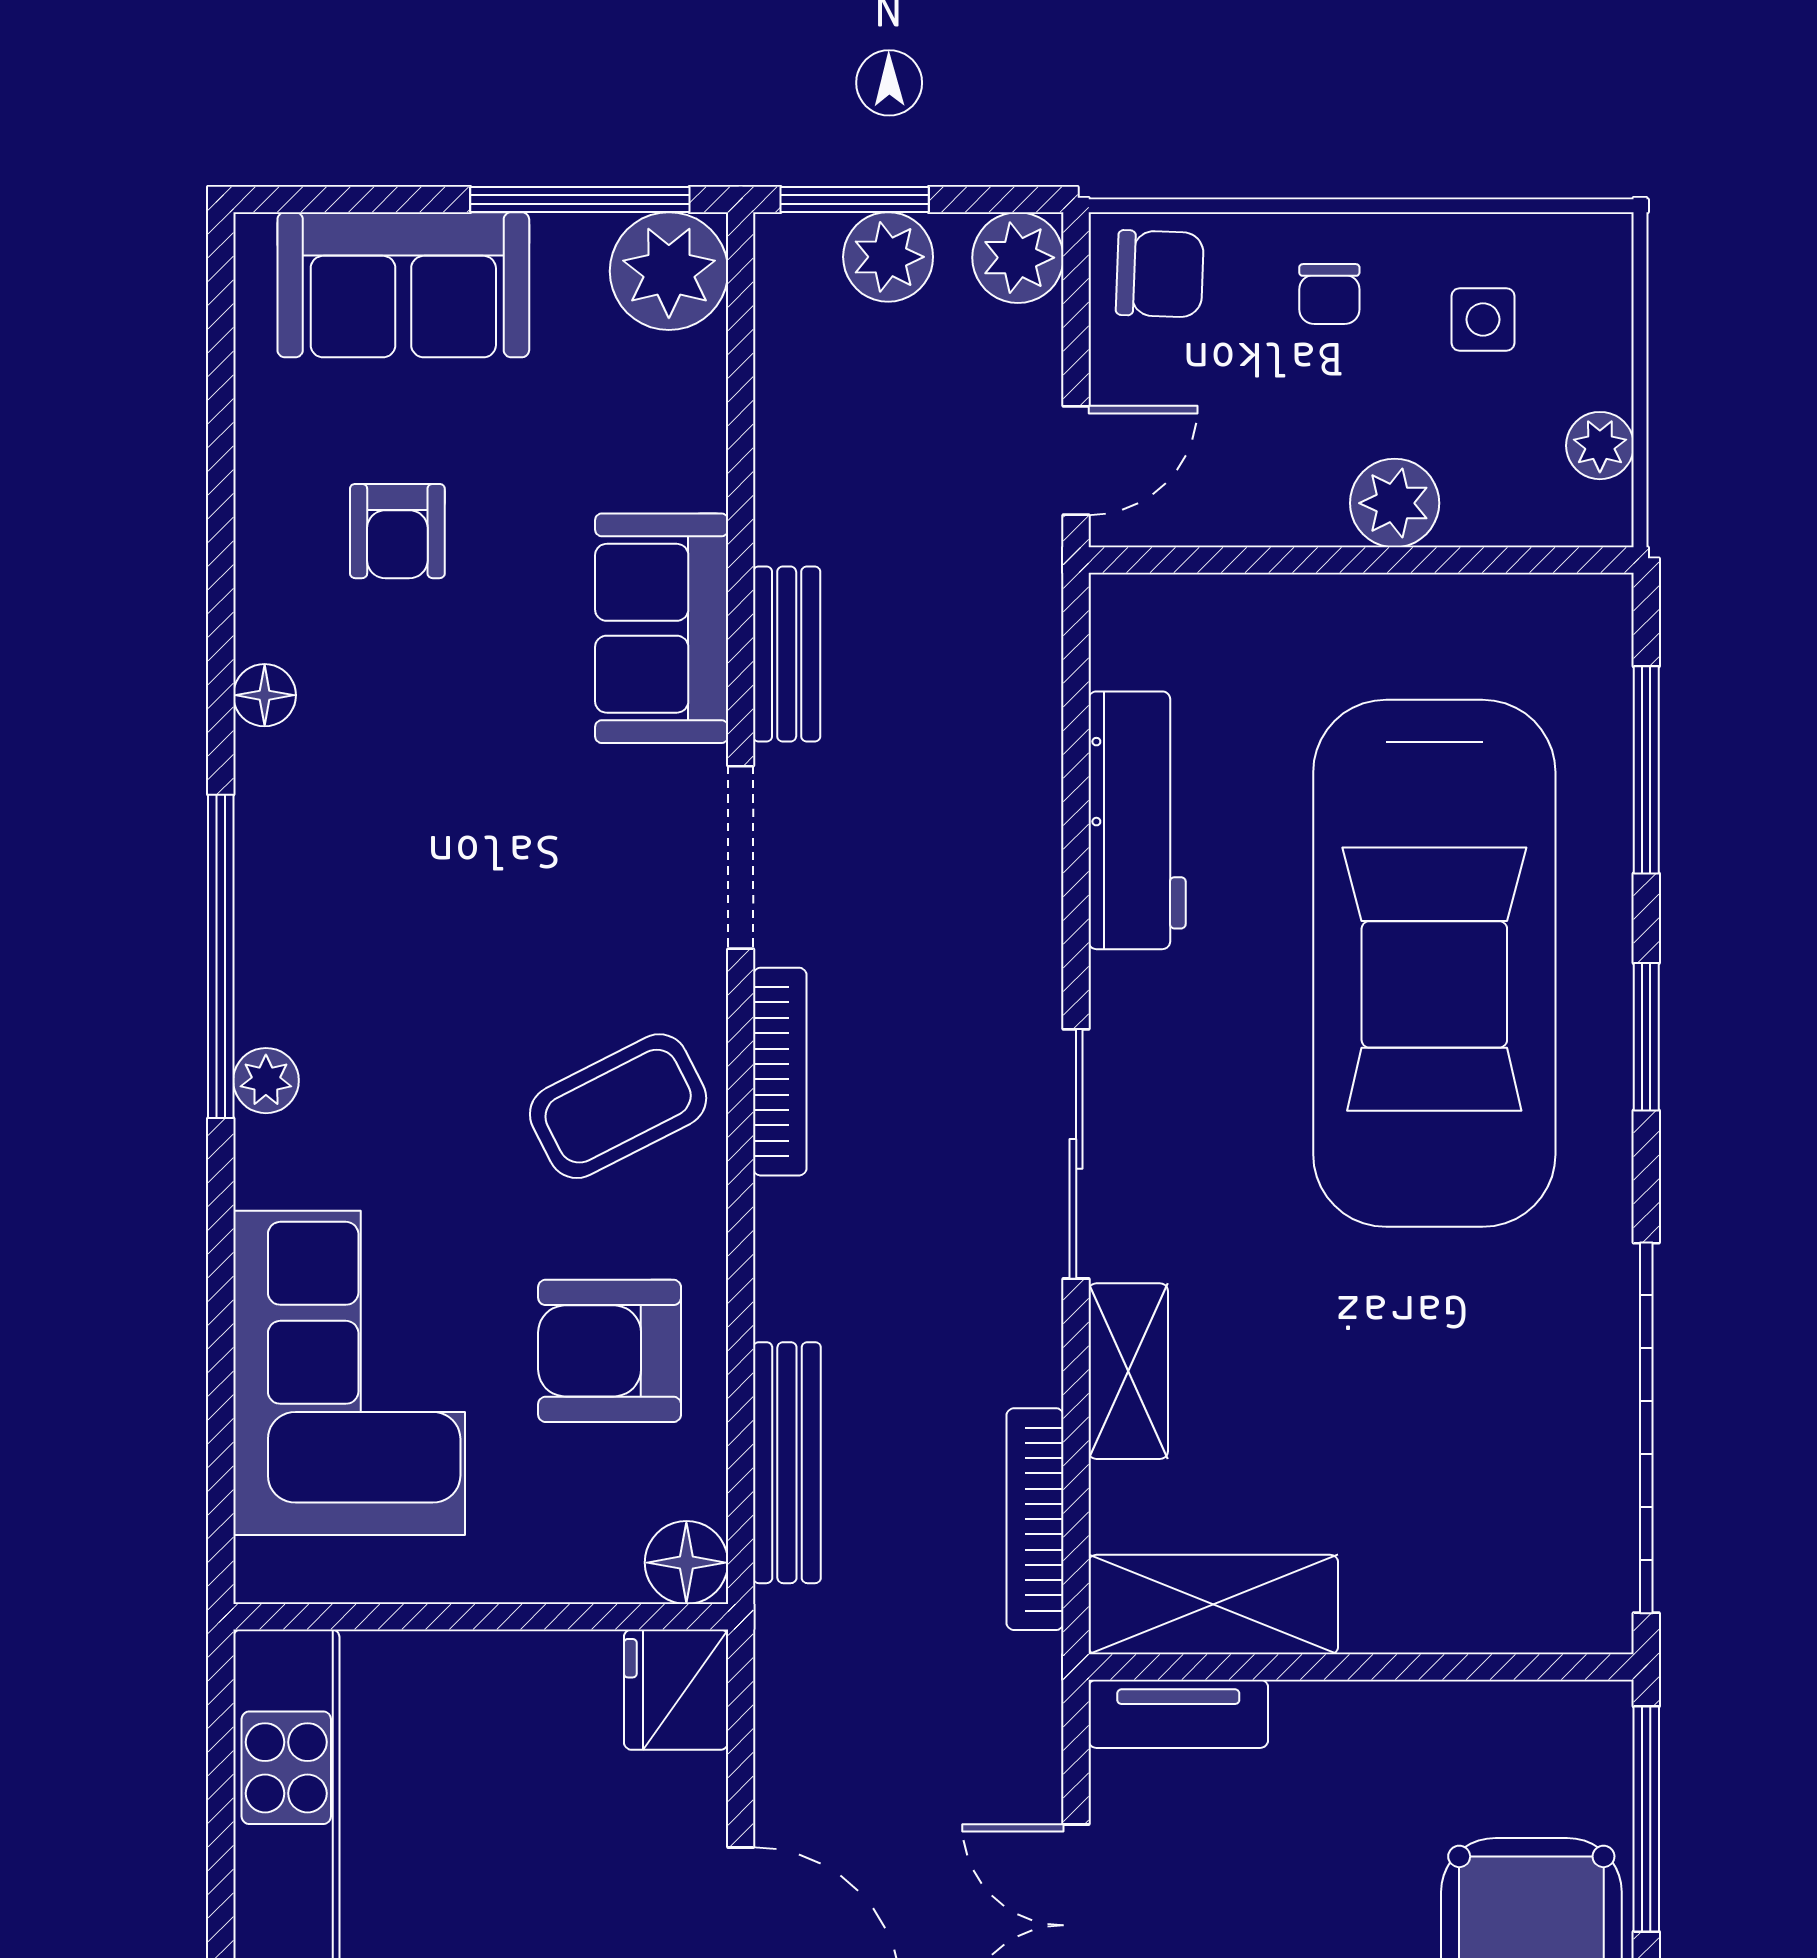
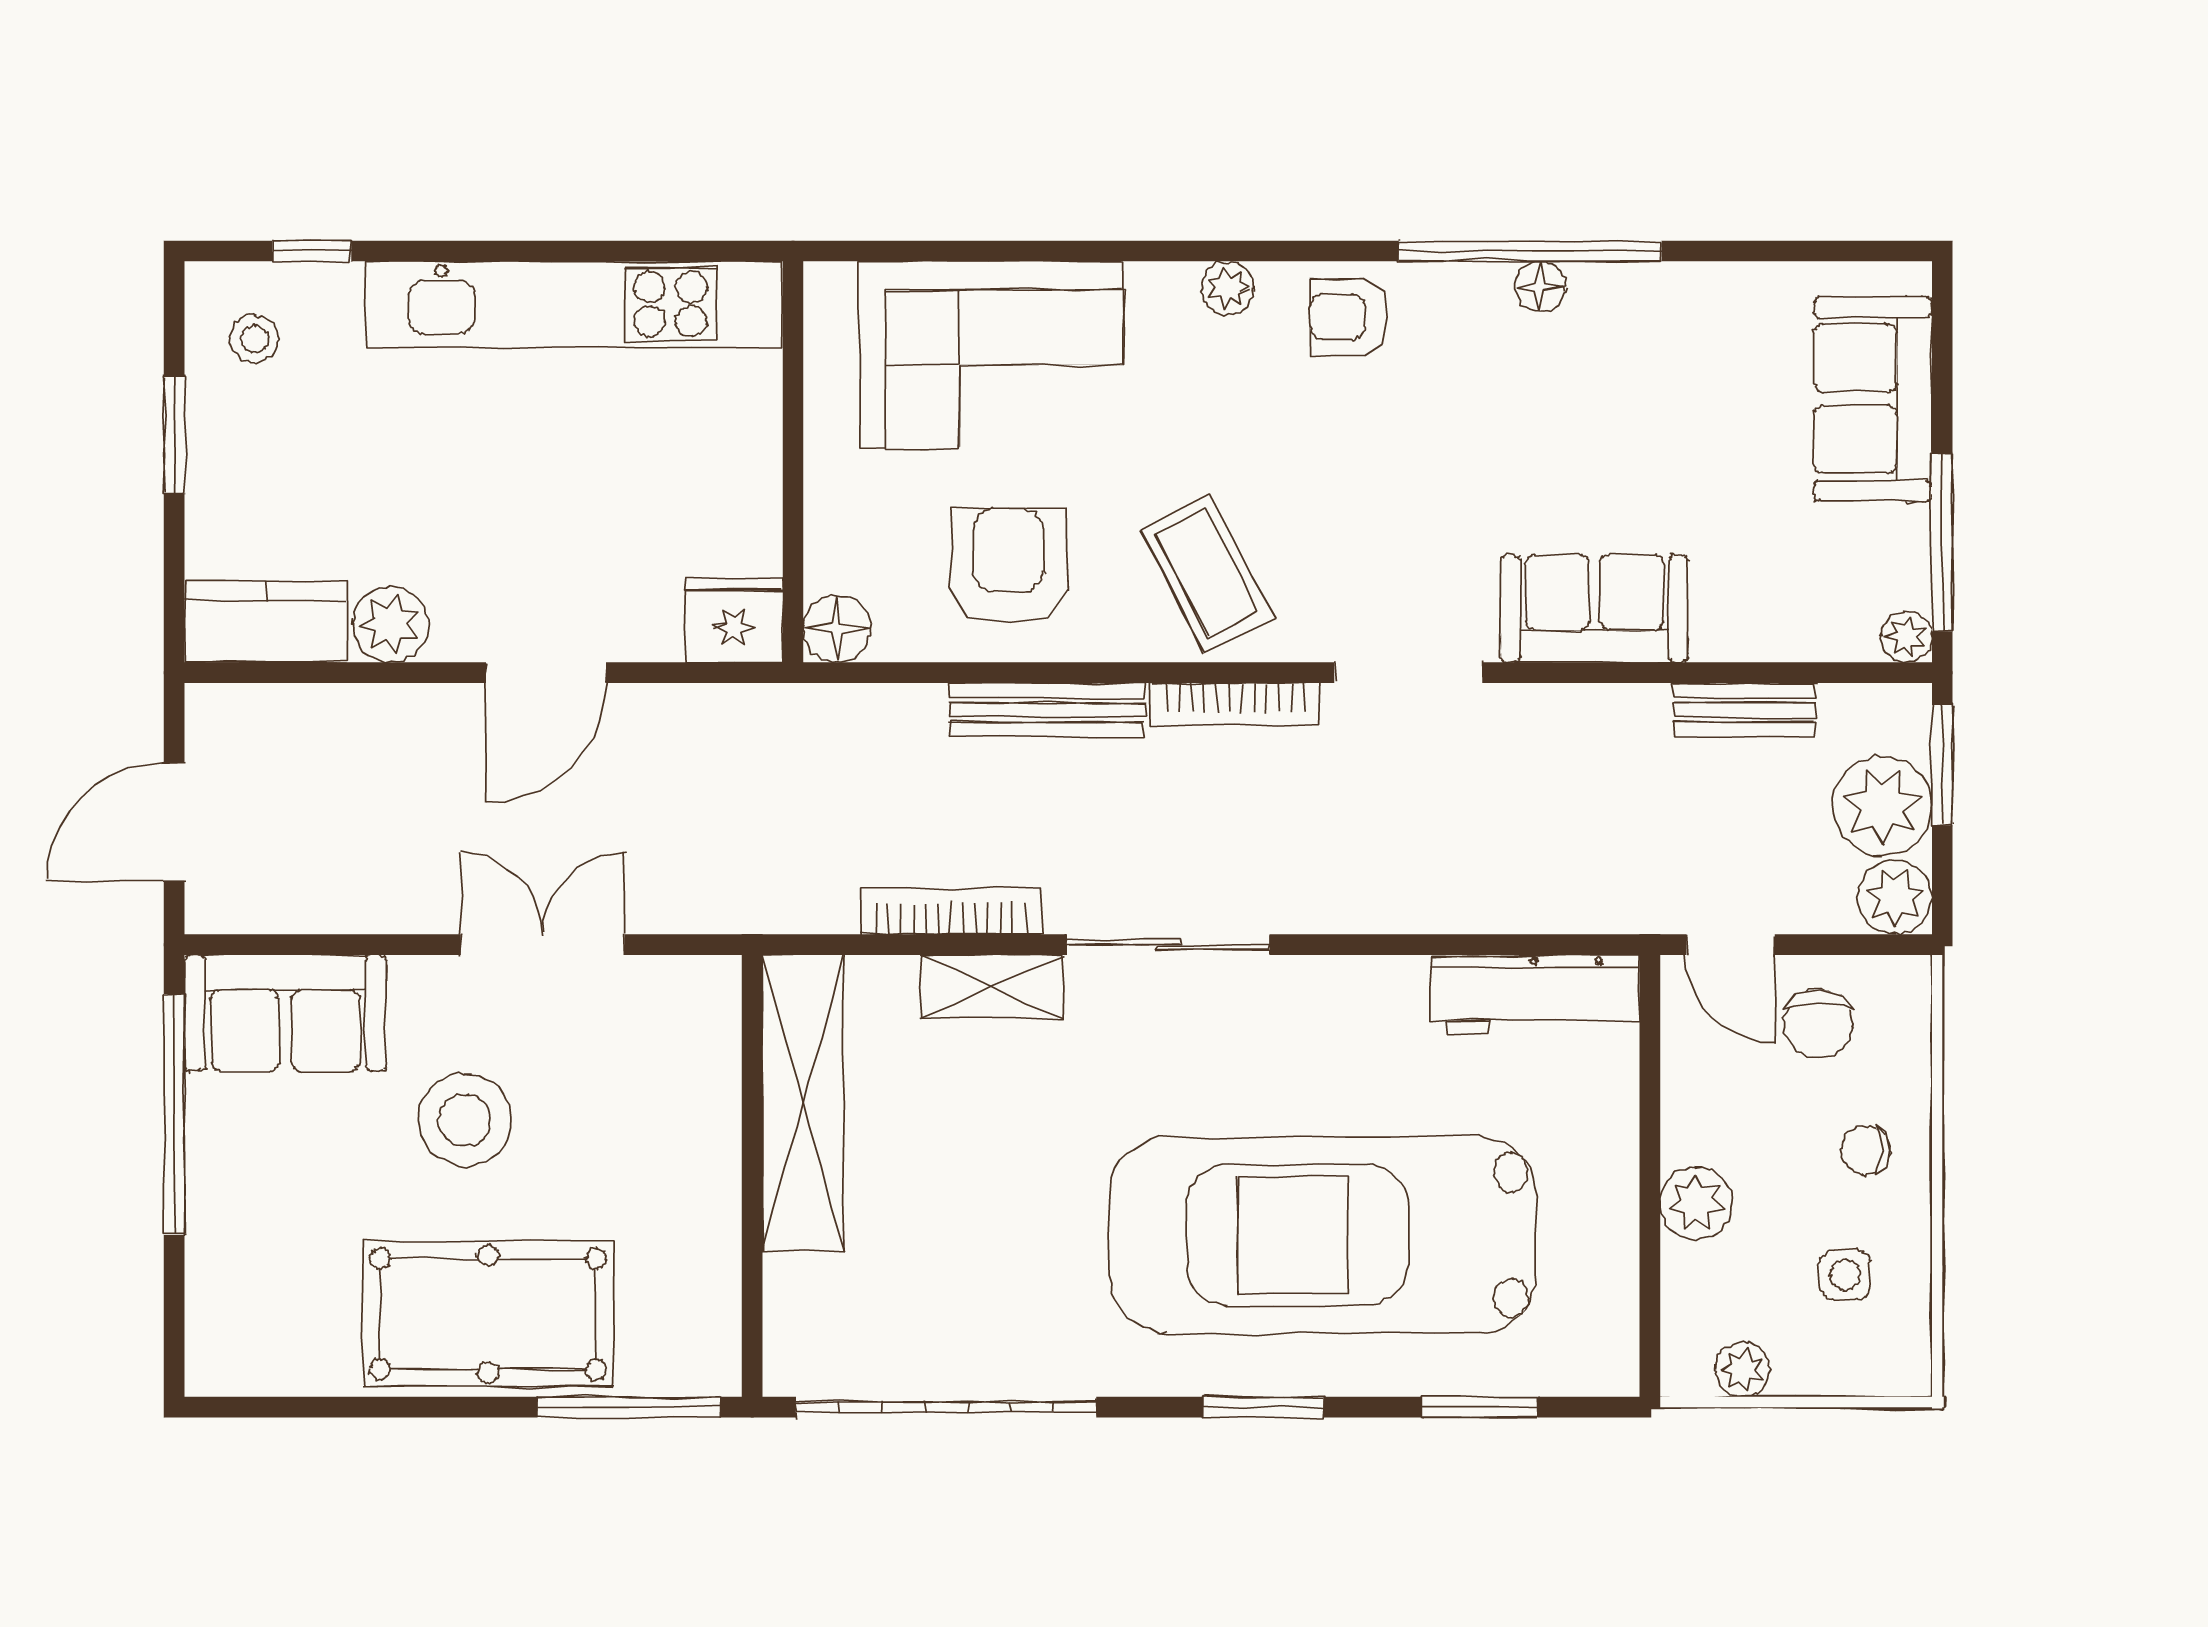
plant: (888, 257) -> (1882, 805), width x1.36, depth x1.36
plant: (669, 271) -> (1906, 637), width x0.53, depth x0.53
chair: (1160, 274) -> (1818, 1024), moved
armchair: (397, 531) -> (1348, 317), moved
bench: (787, 654) -> (1745, 710), moved
window: (1646, 770) -> (1480, 1407), width x0.69
workbench: (1137, 820) -> (1535, 994), moved
window: (221, 956) -> (1530, 251), moved
bench: (787, 1463) -> (1047, 710), moved
bookcase: (1035, 1519) -> (951, 911), moved
shelving: (1213, 1605) -> (803, 1103), width x1.47
tv unit: (1178, 1714) -> (714, 1028), removed

